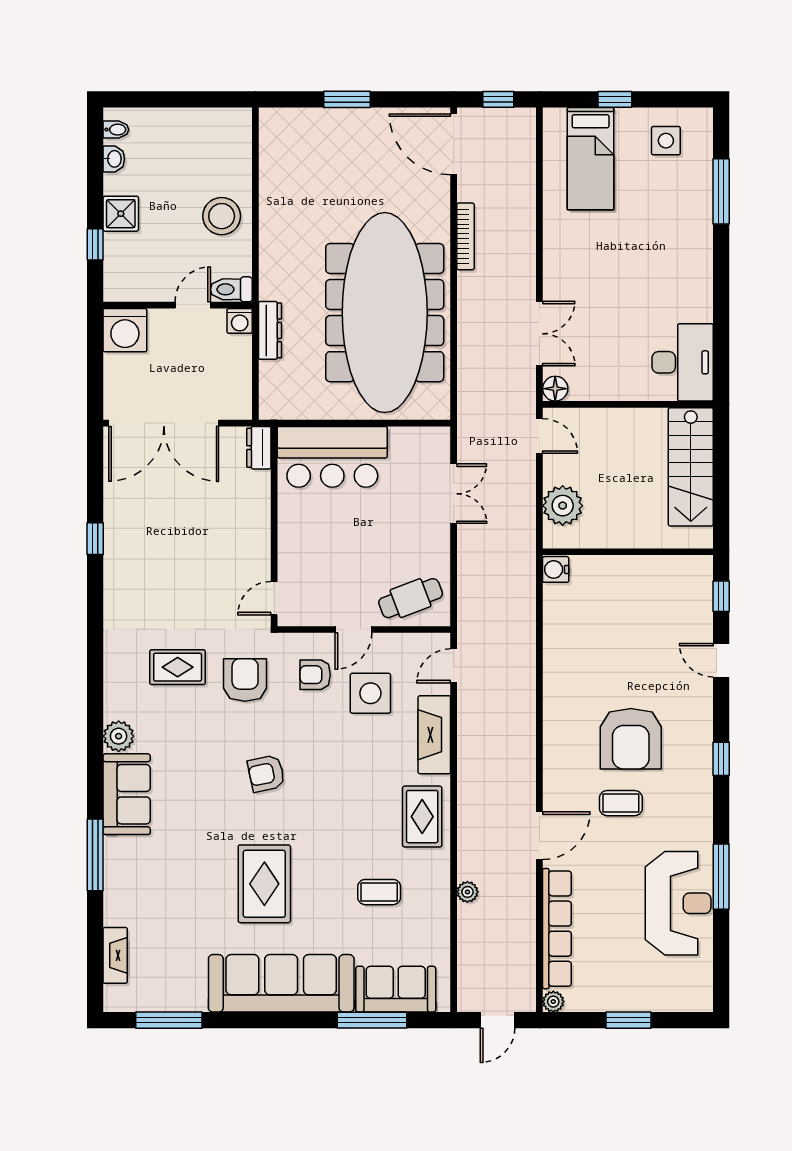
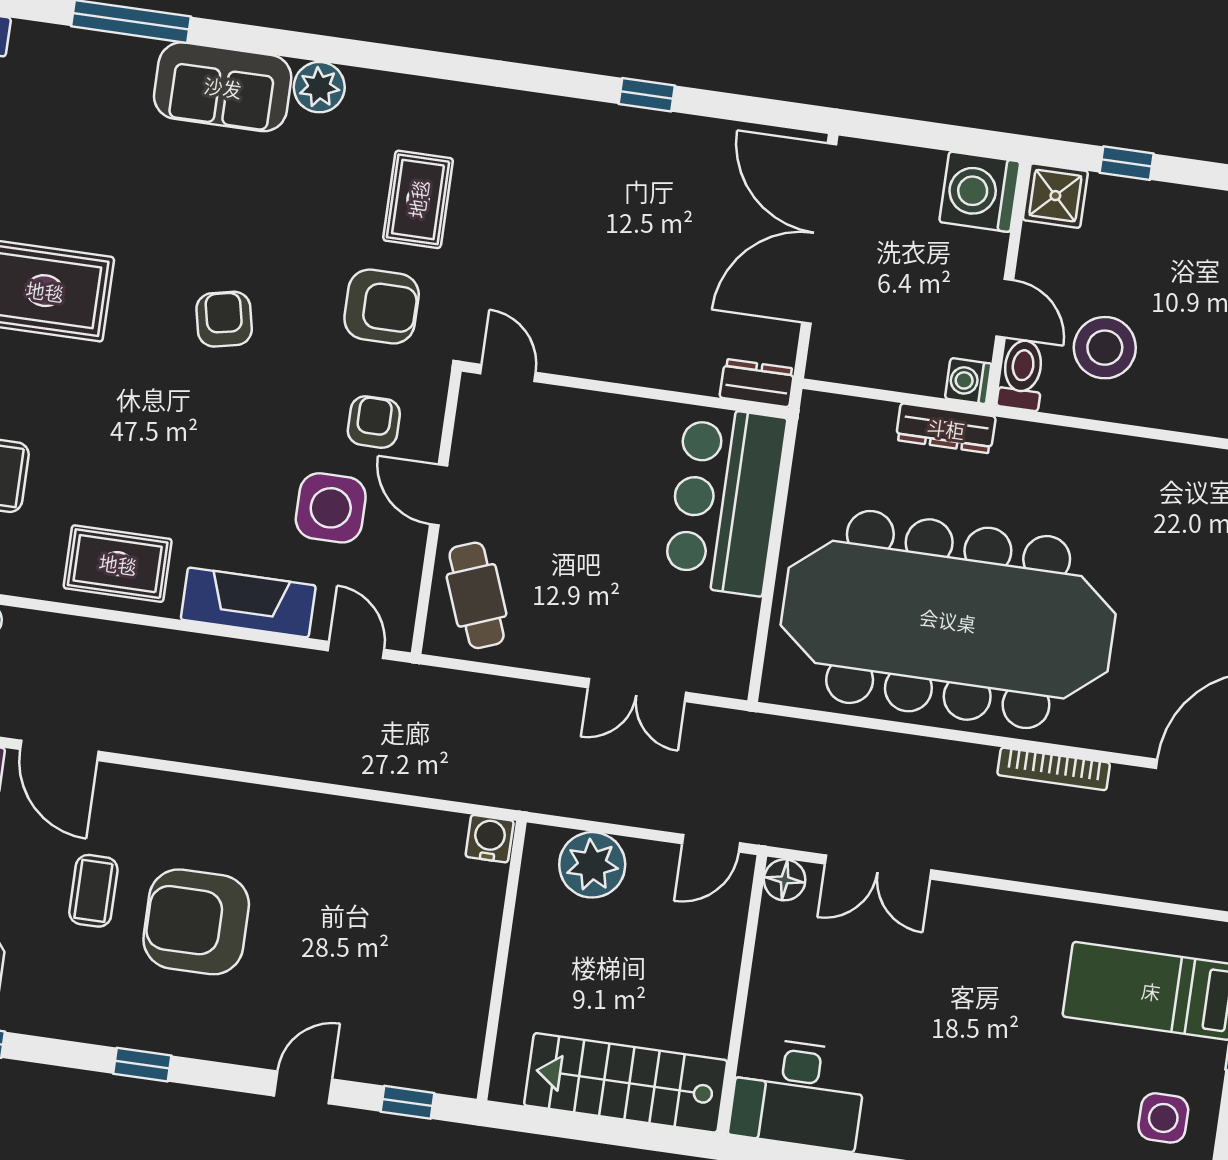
shower: (121, 214) -> (1055, 196), moved
stool: (222, 216) -> (1105, 348), moved

